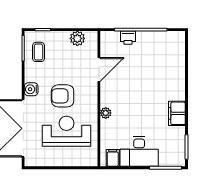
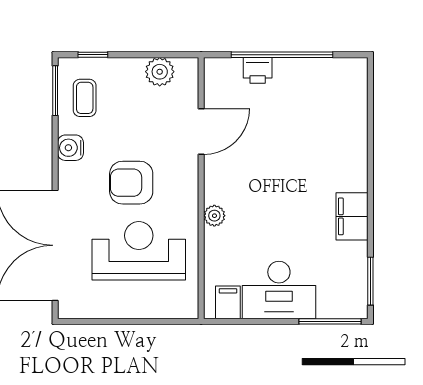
water cooler: (31, 89) -> (70, 148), moved

